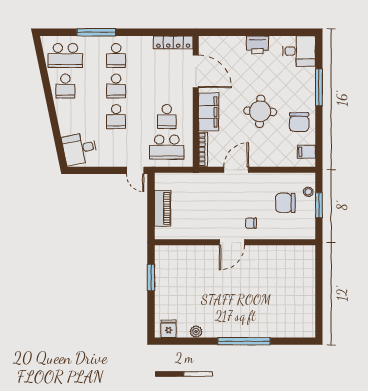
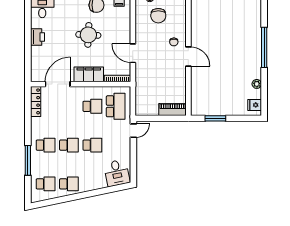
school desk: (65, 55) -> (46, 184), width x0.54
piano: (163, 208) -> (173, 110), moved

